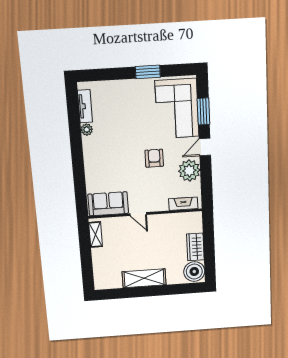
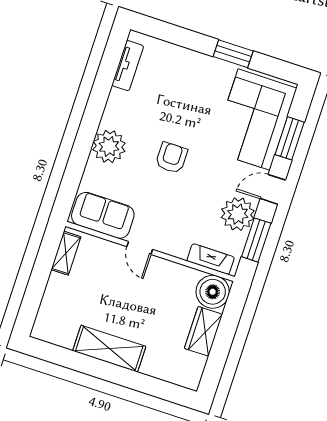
plant: (87, 130) -> (109, 146), moved, width x1.87, depth x1.87
armchair: (154, 158) -> (171, 158), moved
window: (206, 182) -> (256, 240), added
boiler: (194, 272) -> (213, 292), moved

